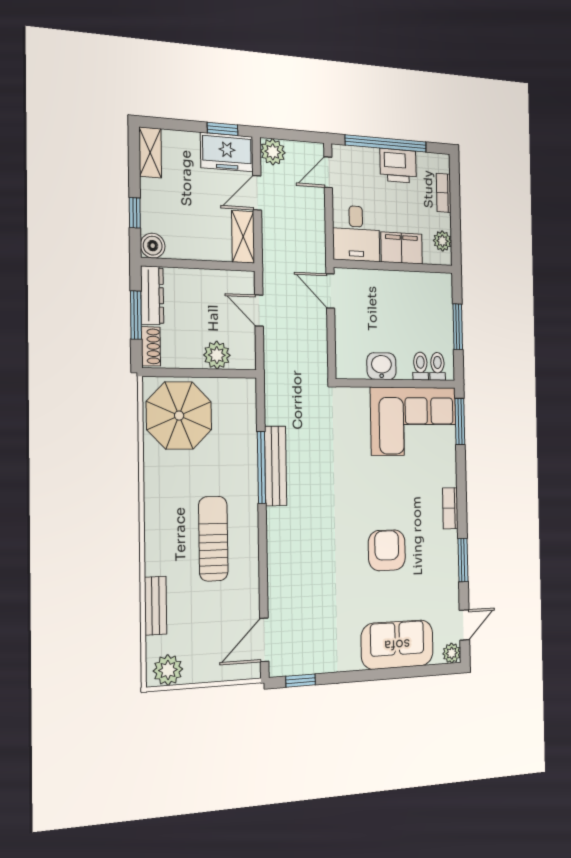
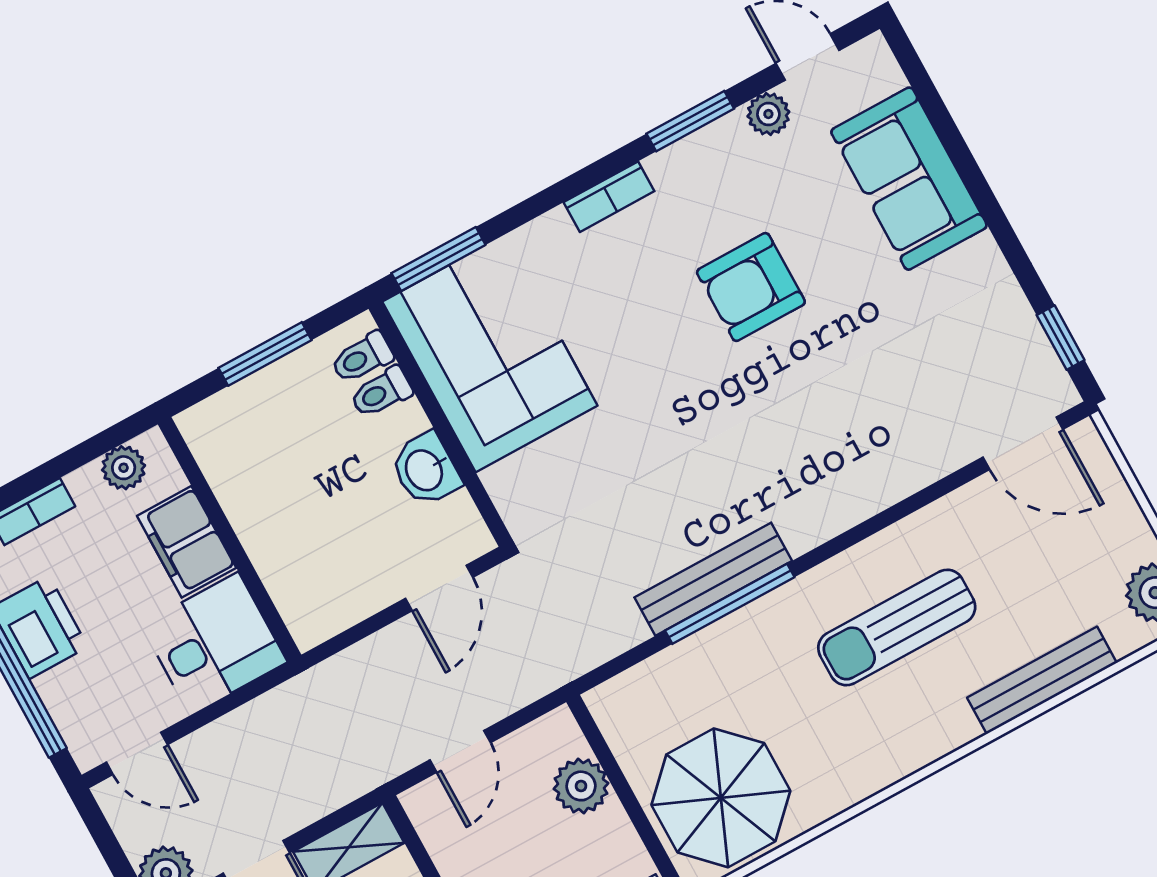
door: (330, 291) -> (439, 588), moved
bench: (156, 606) -> (1042, 680), width x1.36
plant: (452, 653) -> (768, 114), moved

